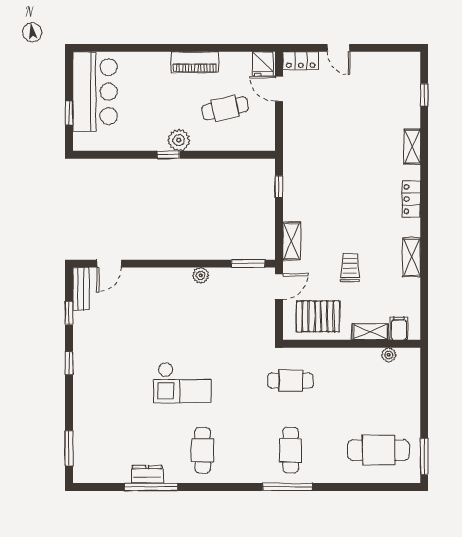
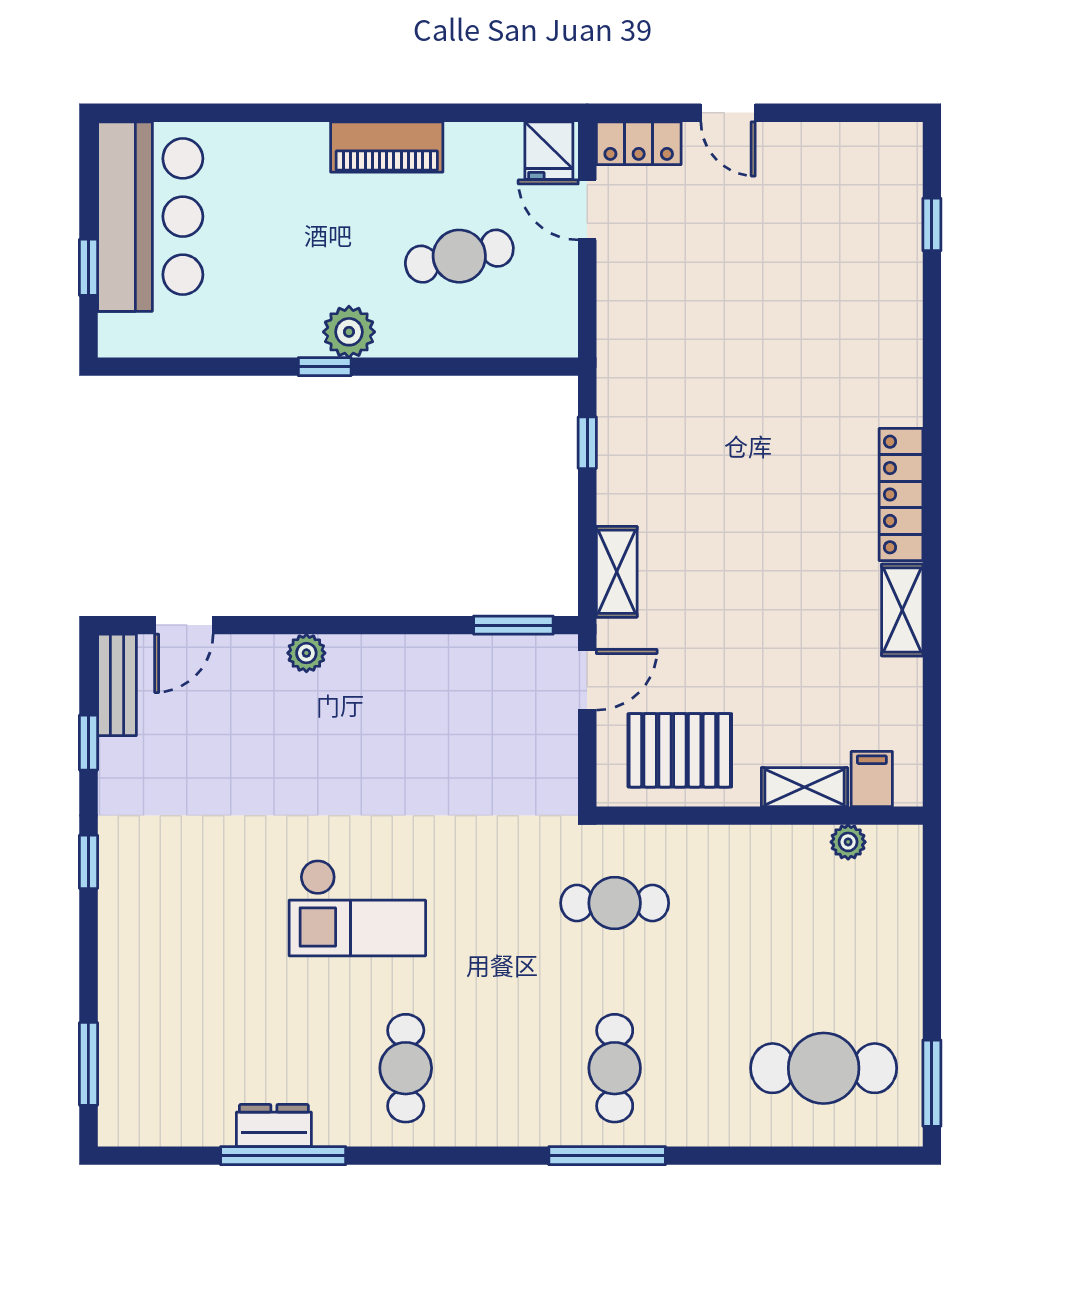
shelving: (412, 146) -> (904, 347), removed
locker: (411, 199) -> (901, 494), width x1.53
trolley: (350, 268) -> (756, 635), removed
plant: (201, 275) -> (306, 653), moved

